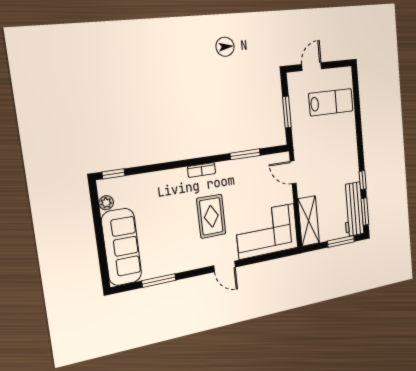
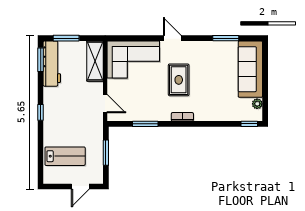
lab bench: (331, 102) -> (65, 156), turned 180
window: (363, 180) -> (41, 112), moved

